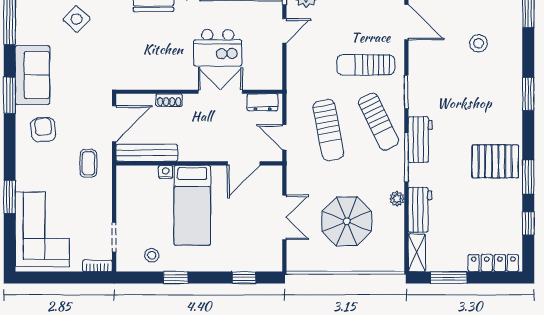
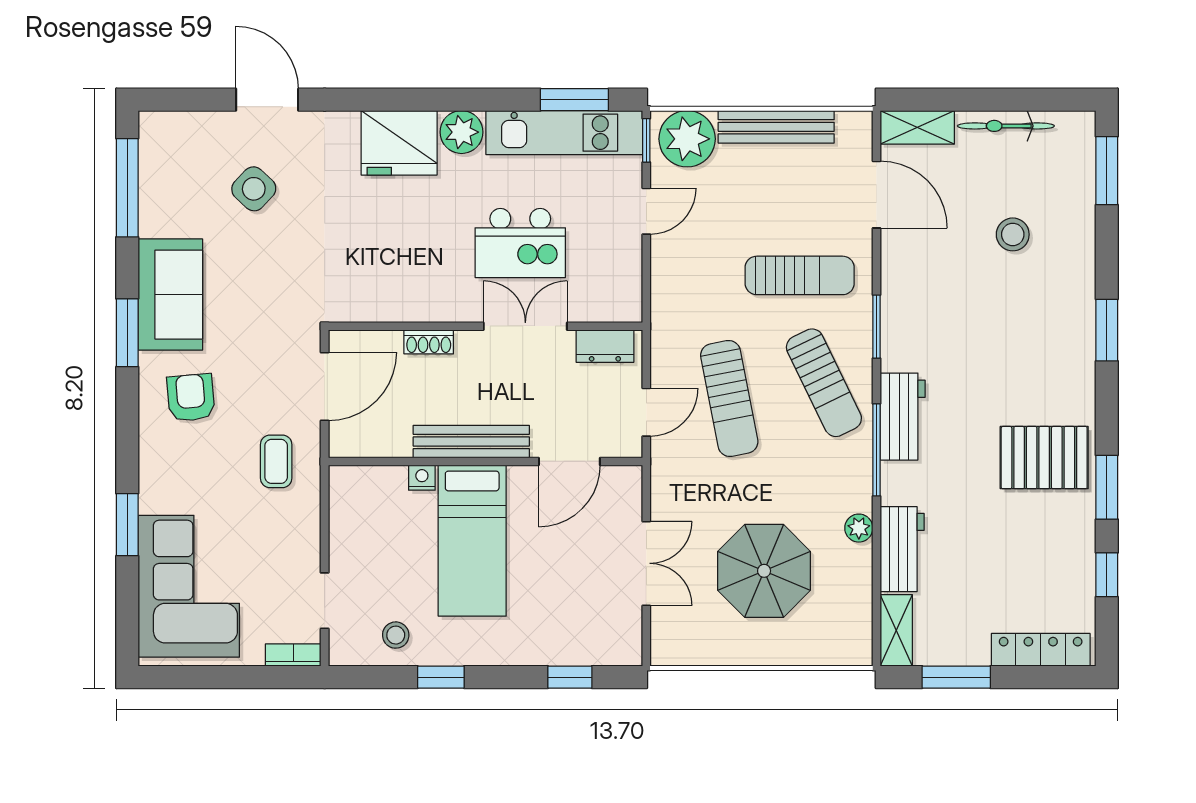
sun lounger: (366, 65) -> (800, 275), turned 180
door: (284, 137) -> (646, 412), swing flipped
bench: (147, 153) -> (471, 442), moved

